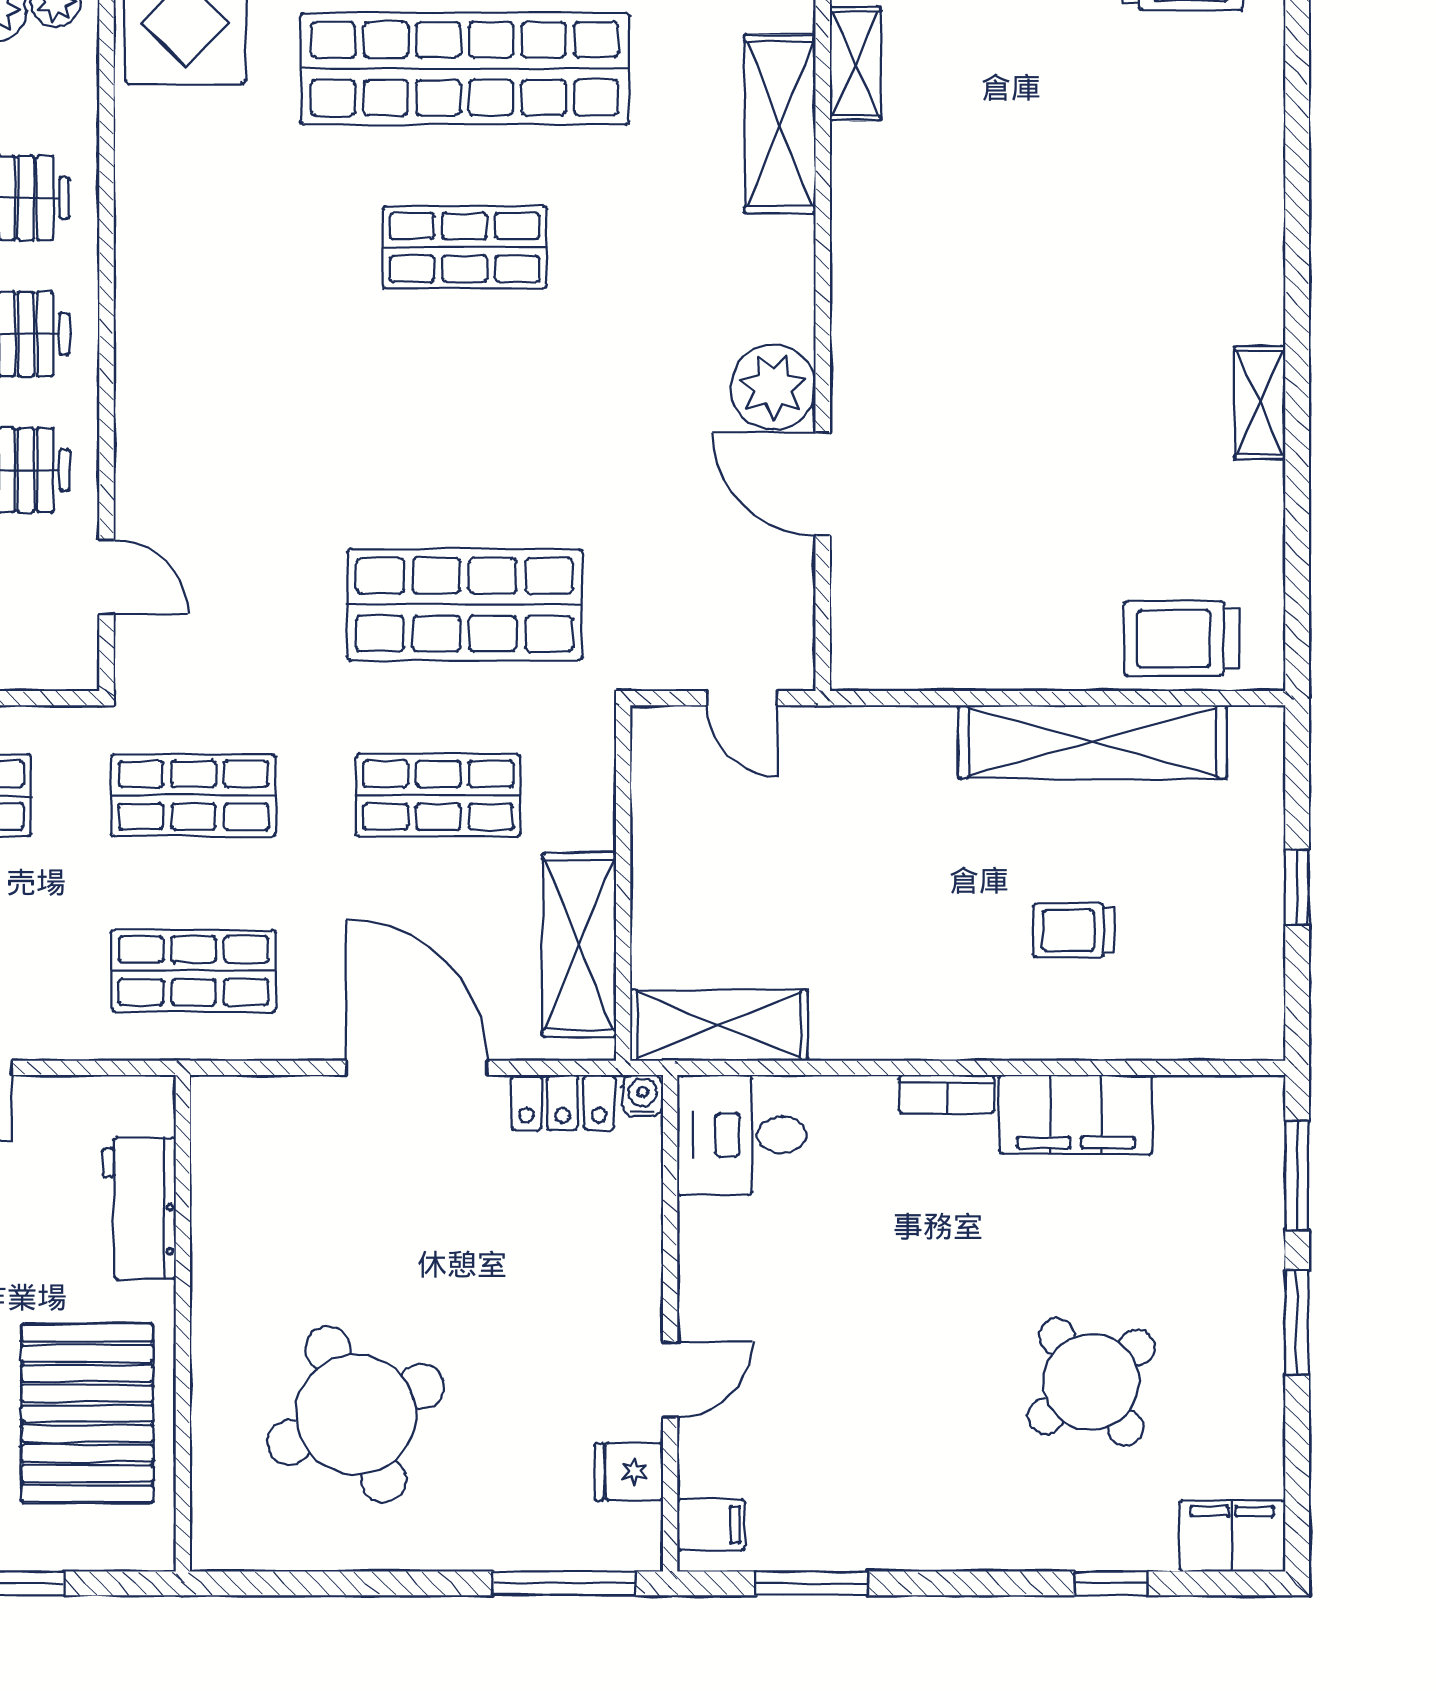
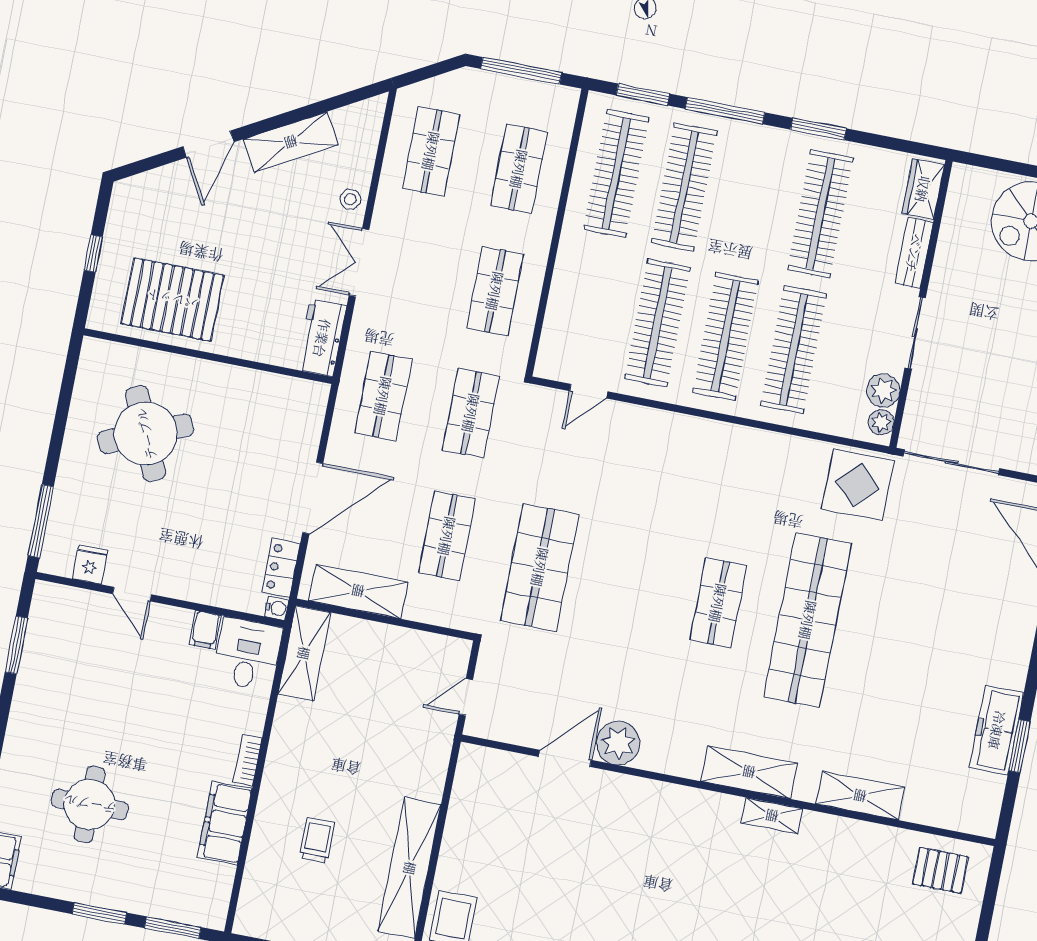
workbench: (139, 1208) -> (322, 338), moved, turned -90
round table: (1091, 1382) -> (90, 804), turned 37
filing cabinet: (711, 1525) -> (205, 630), moved

